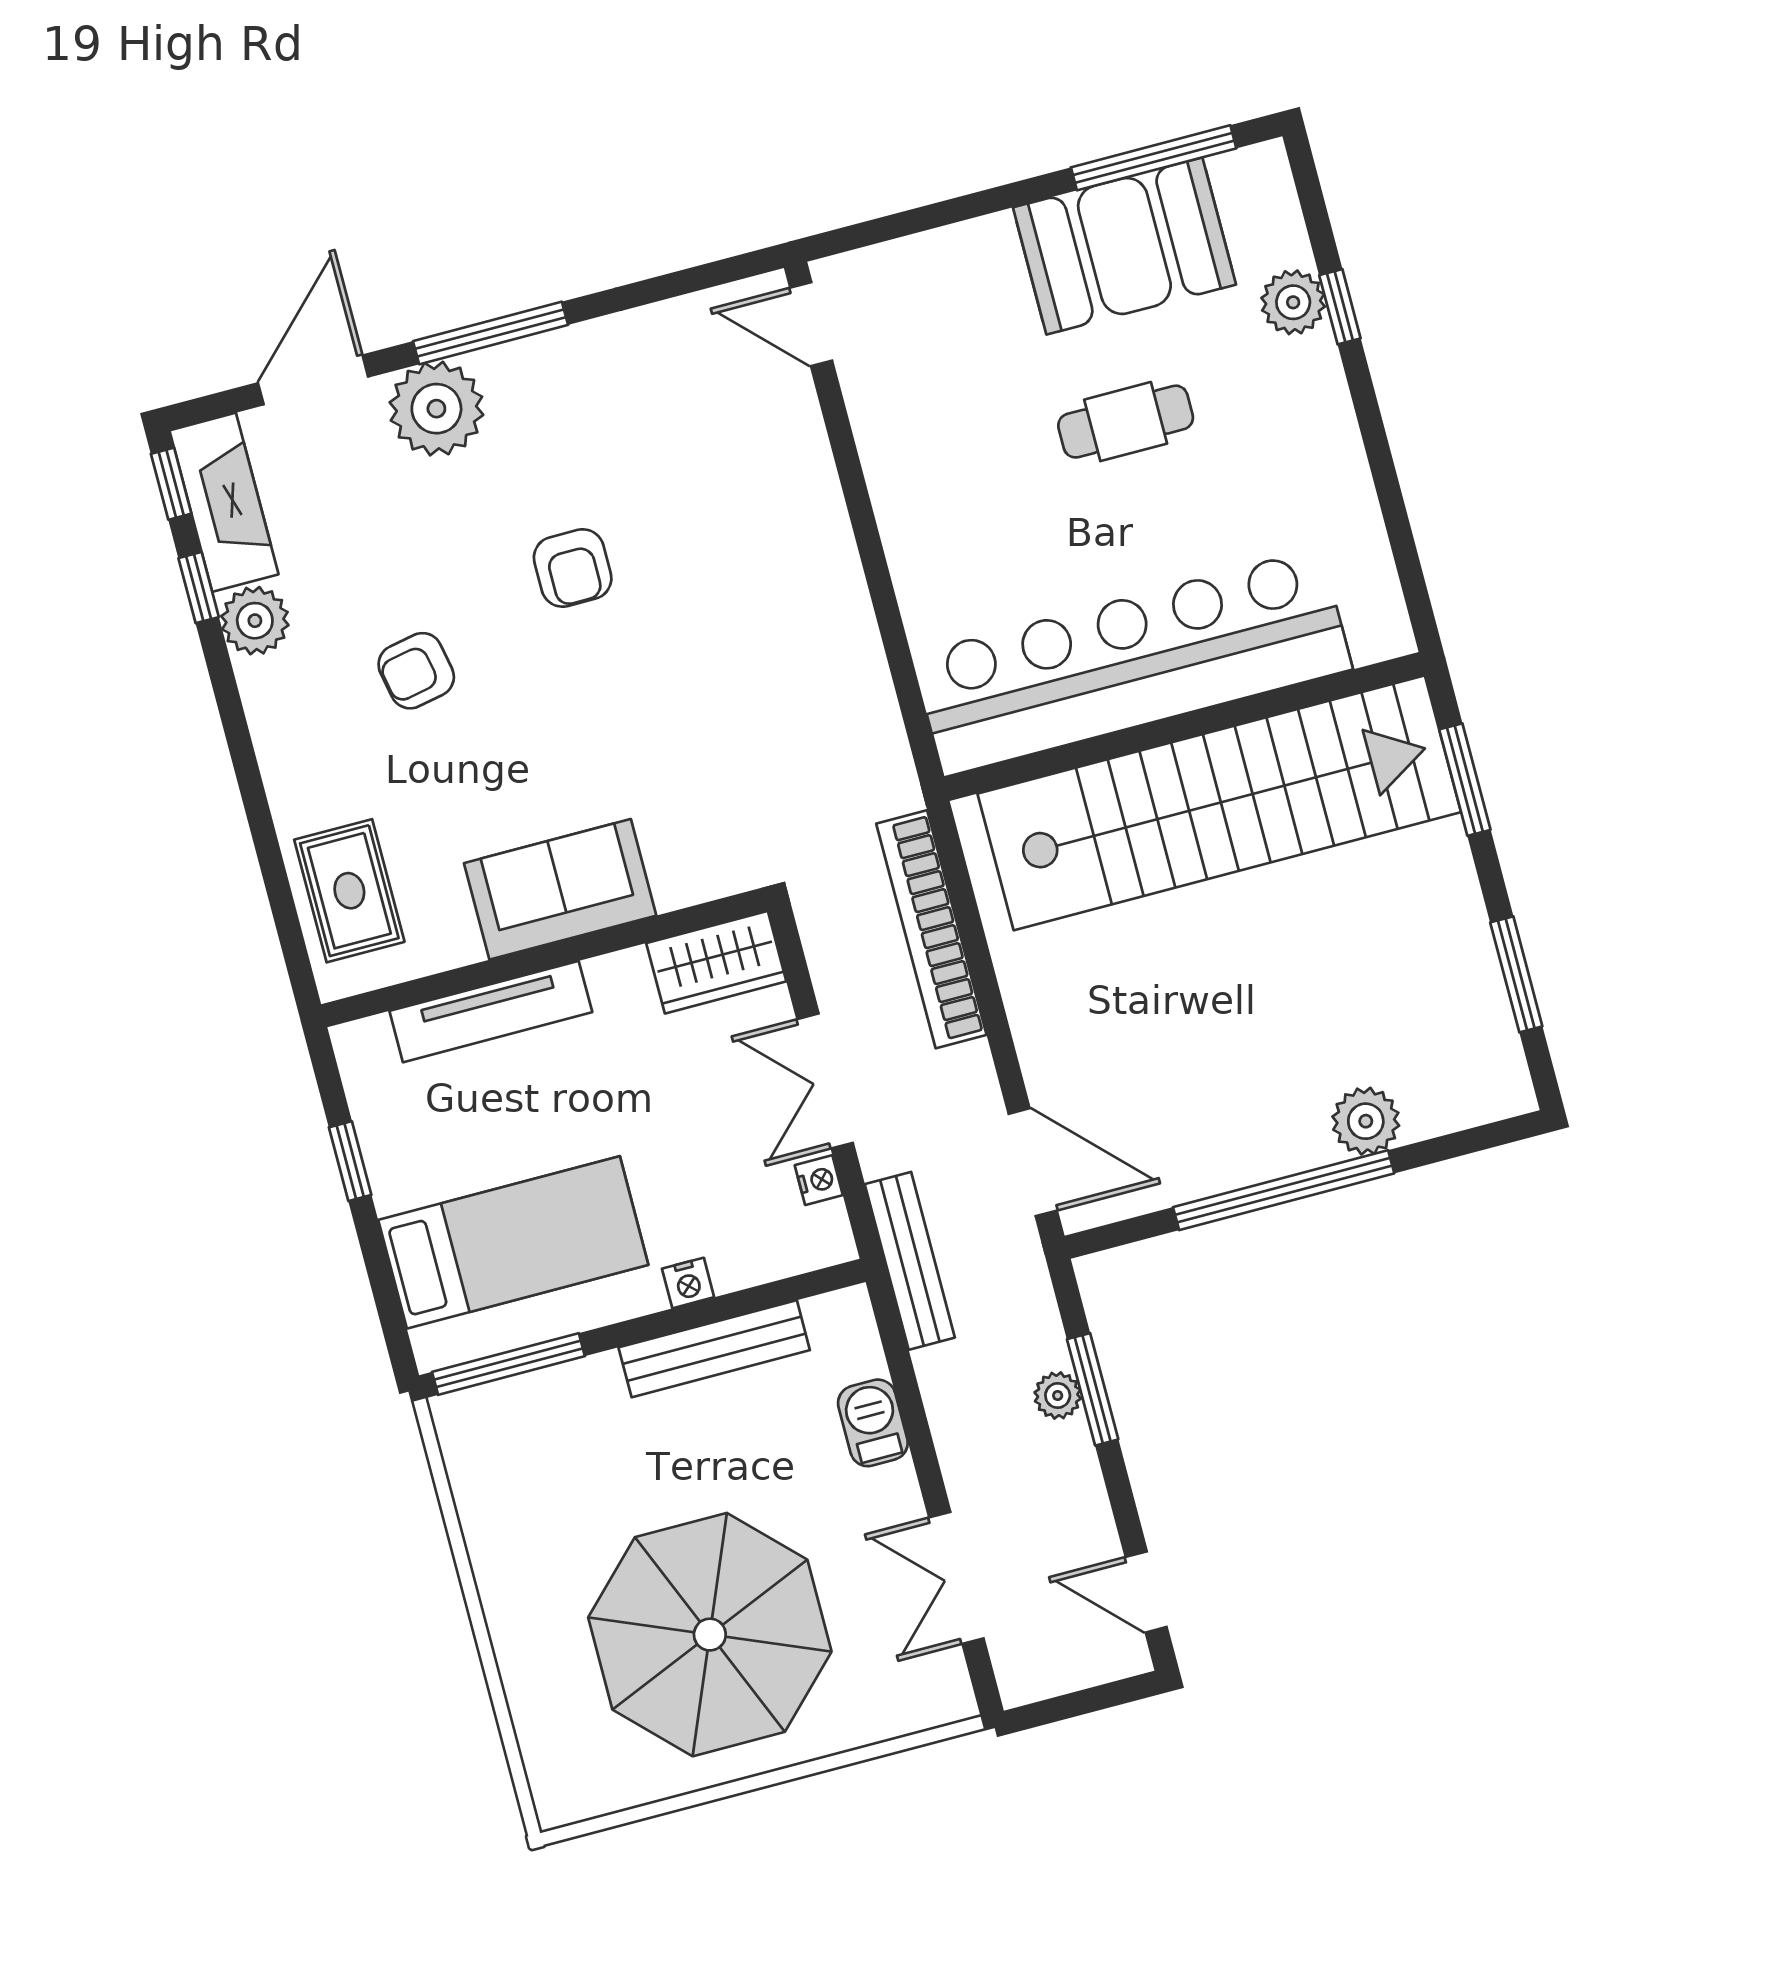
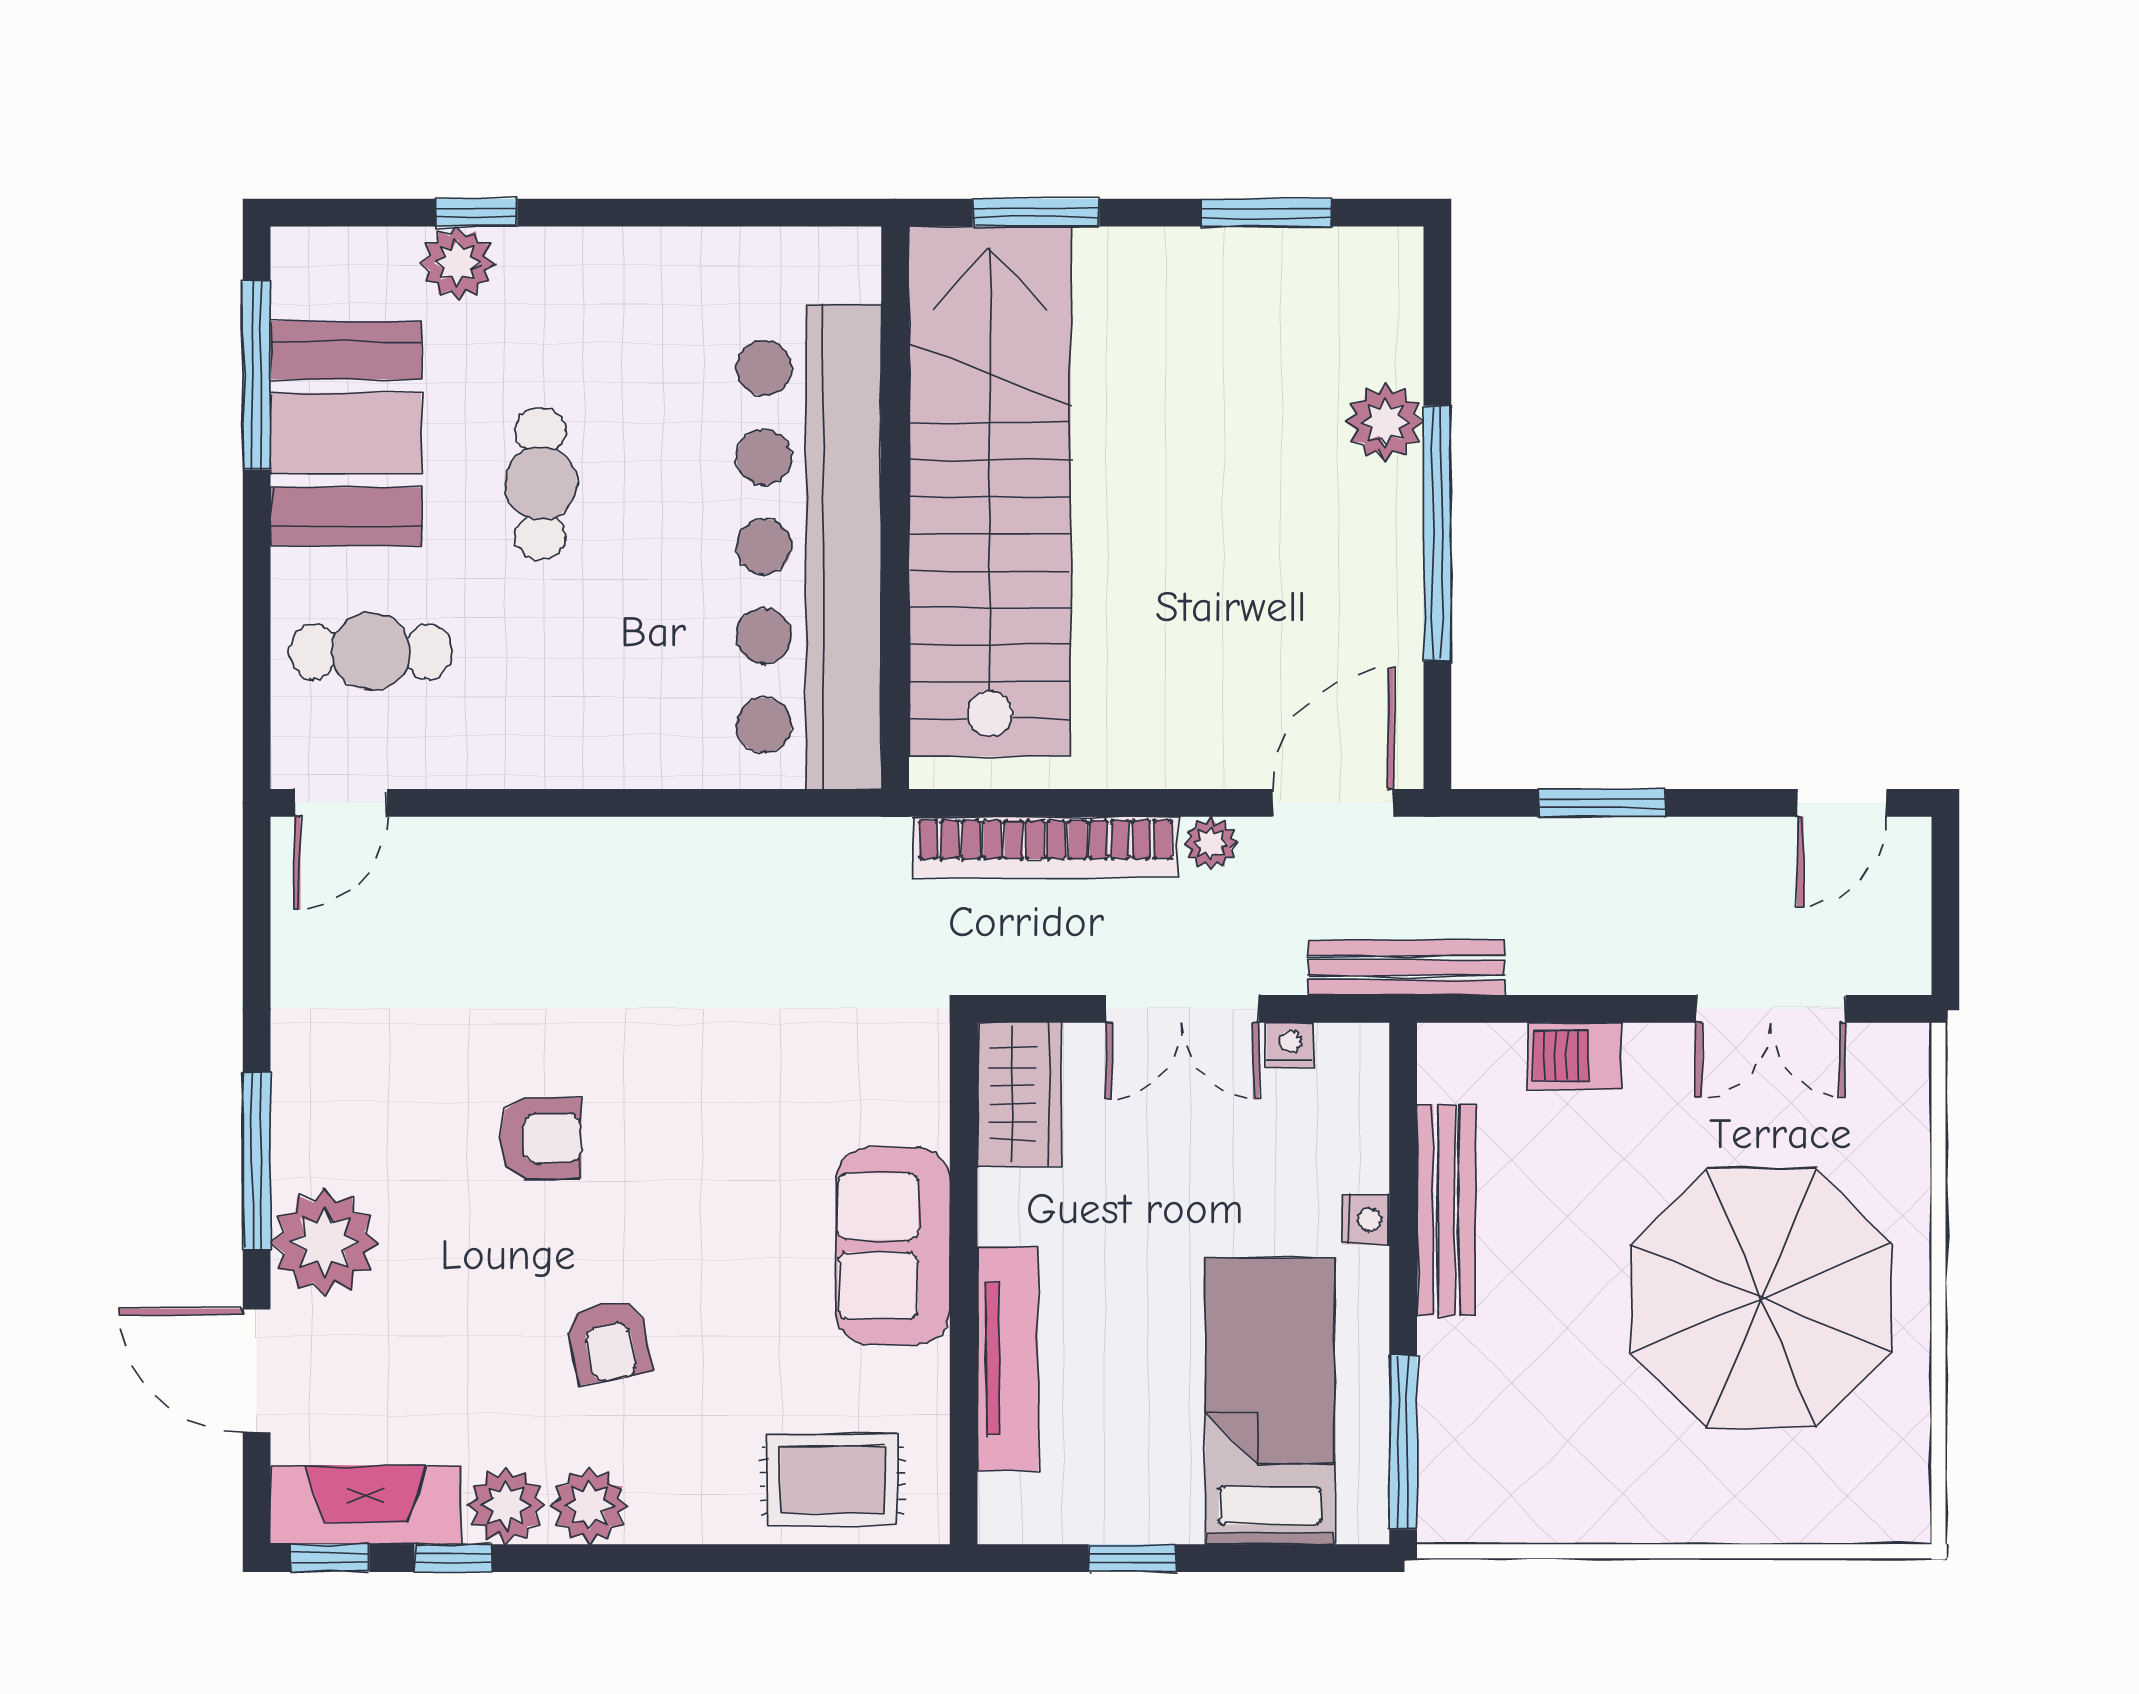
cafe table: (946, 316) -> (371, 651), added
plant: (273, 691) -> (589, 1506), added
plant: (1058, 1396) -> (1211, 843), moved

